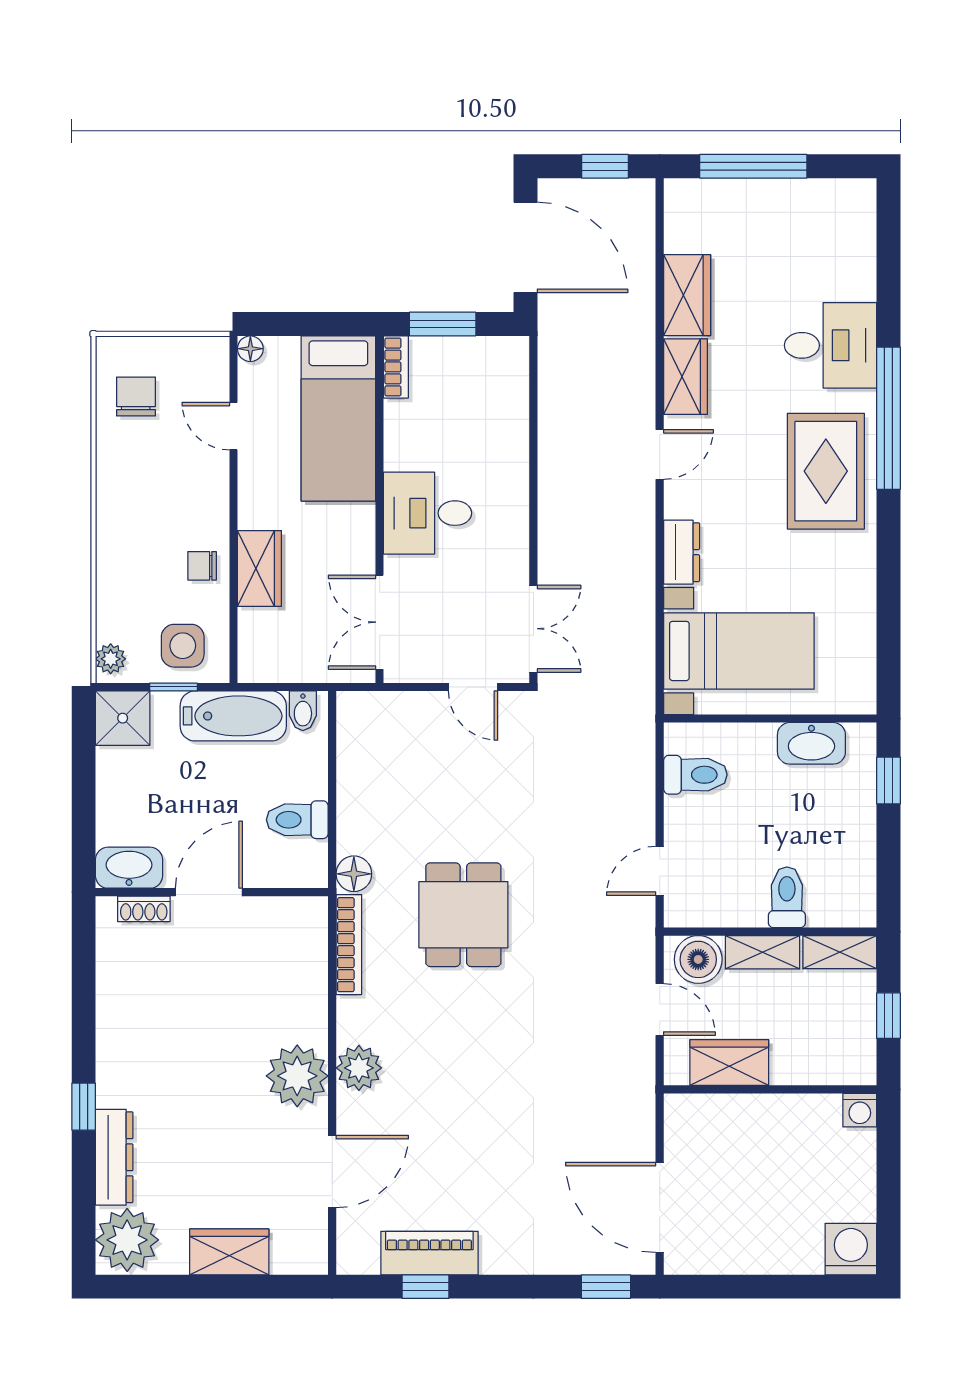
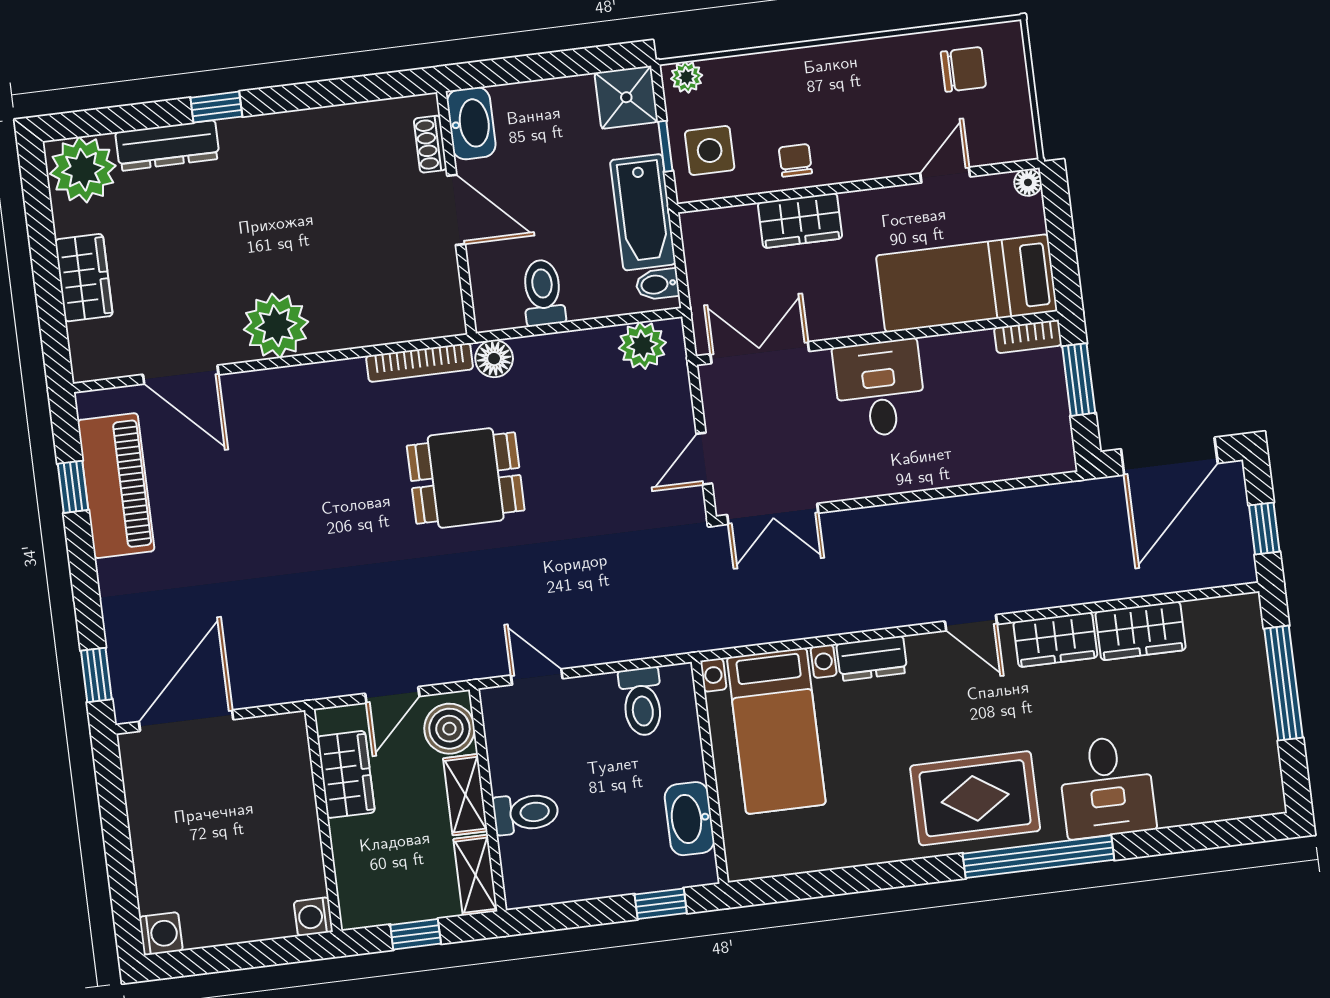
plant: (359, 1068) -> (642, 345), moved
washing machine: (851, 1249) -> (161, 934), width x0.73, depth x0.73
piano: (429, 1253) -> (116, 486), width x1.37, depth x1.33

